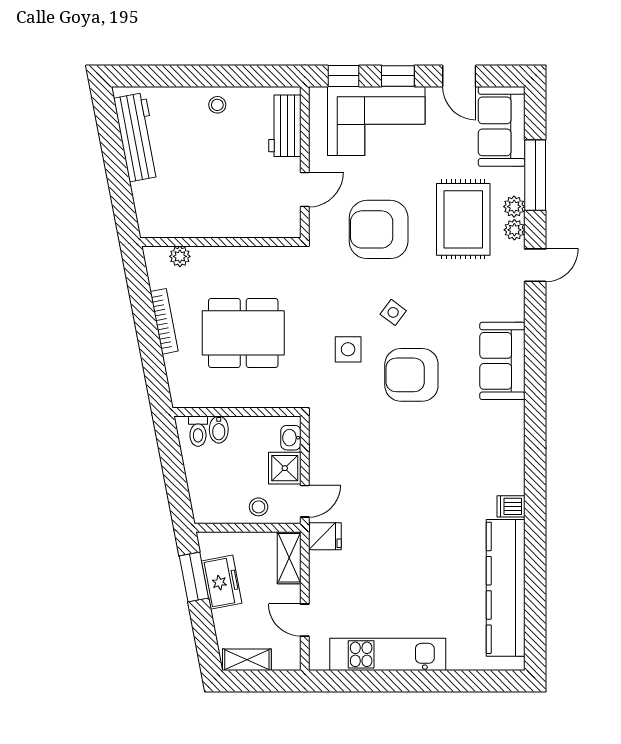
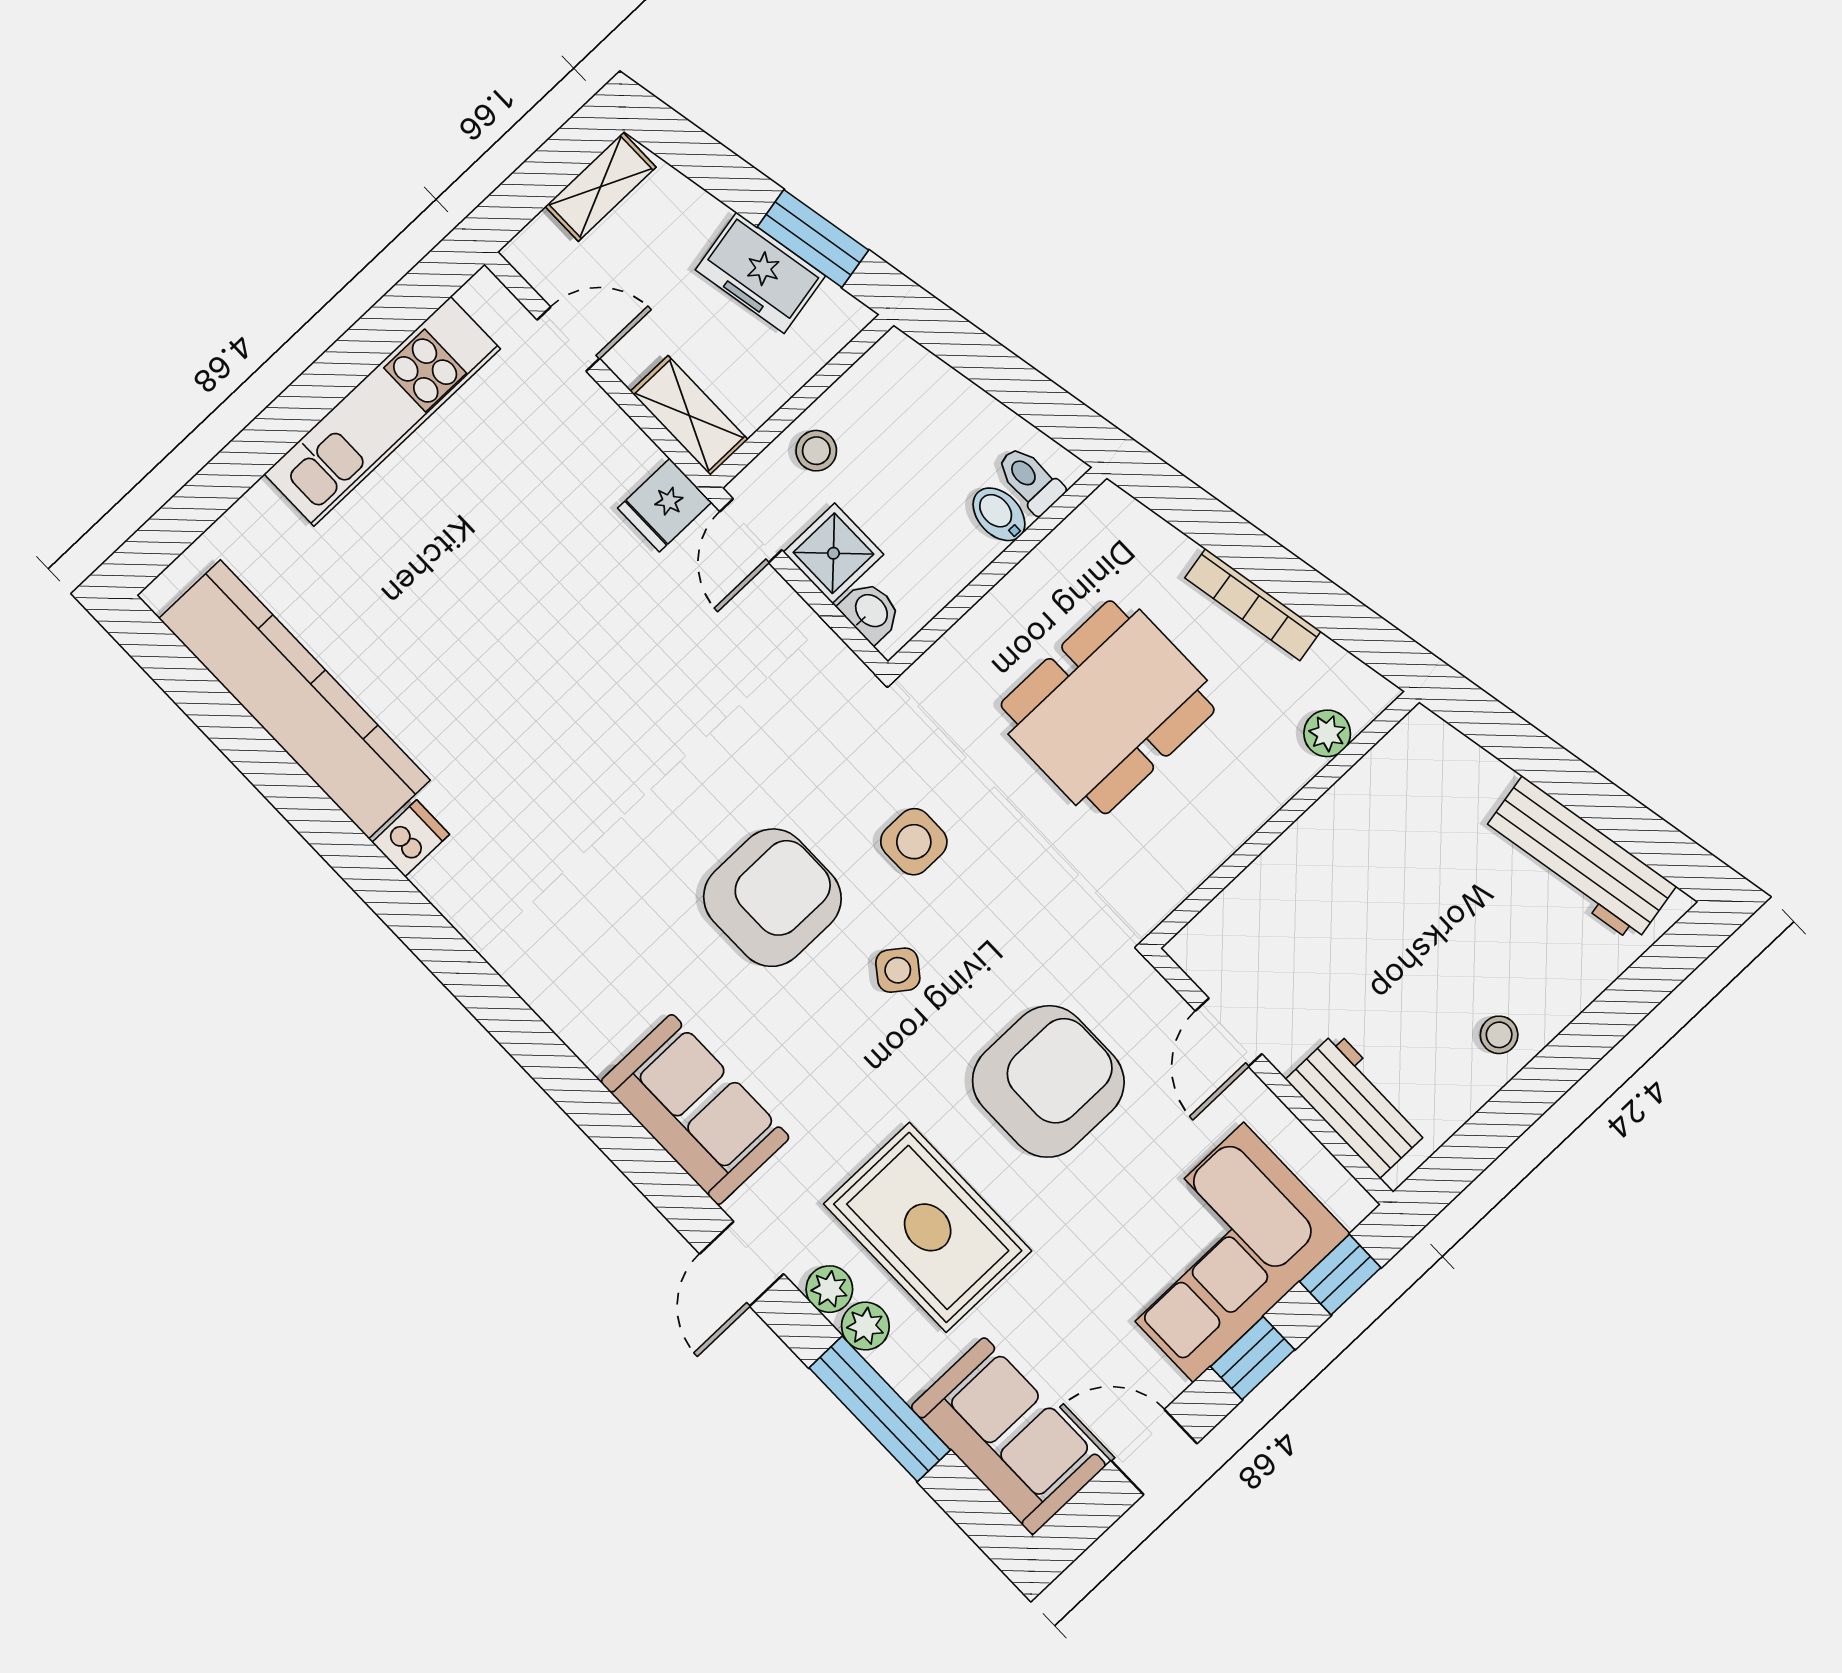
sofa: (502, 361) -> (695, 1109), moved

